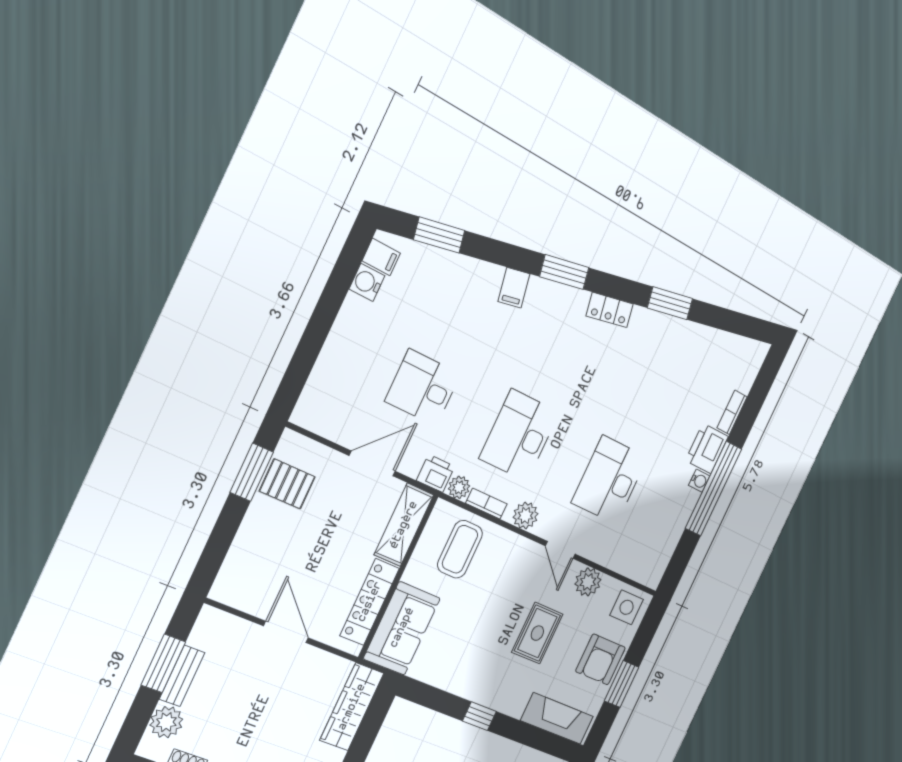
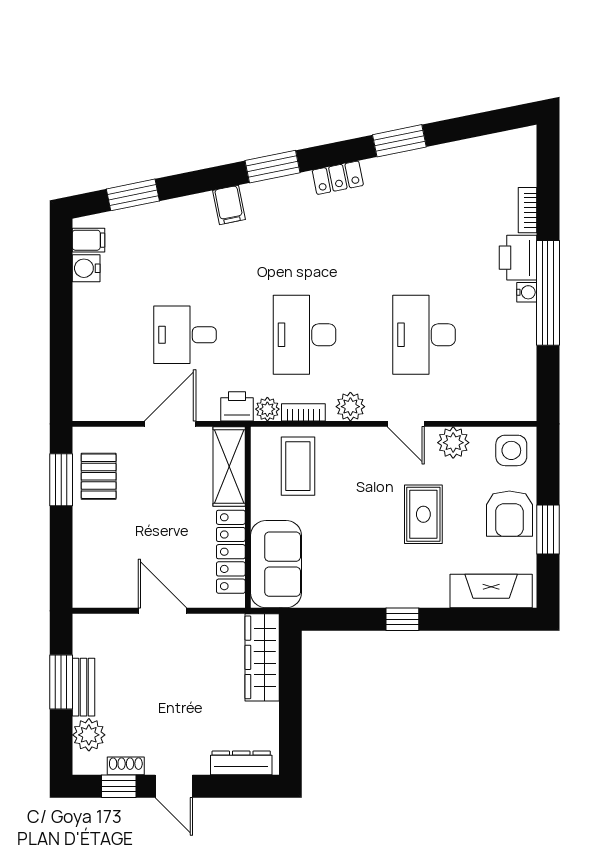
pallet: (287, 484) -> (99, 476), turned 90

